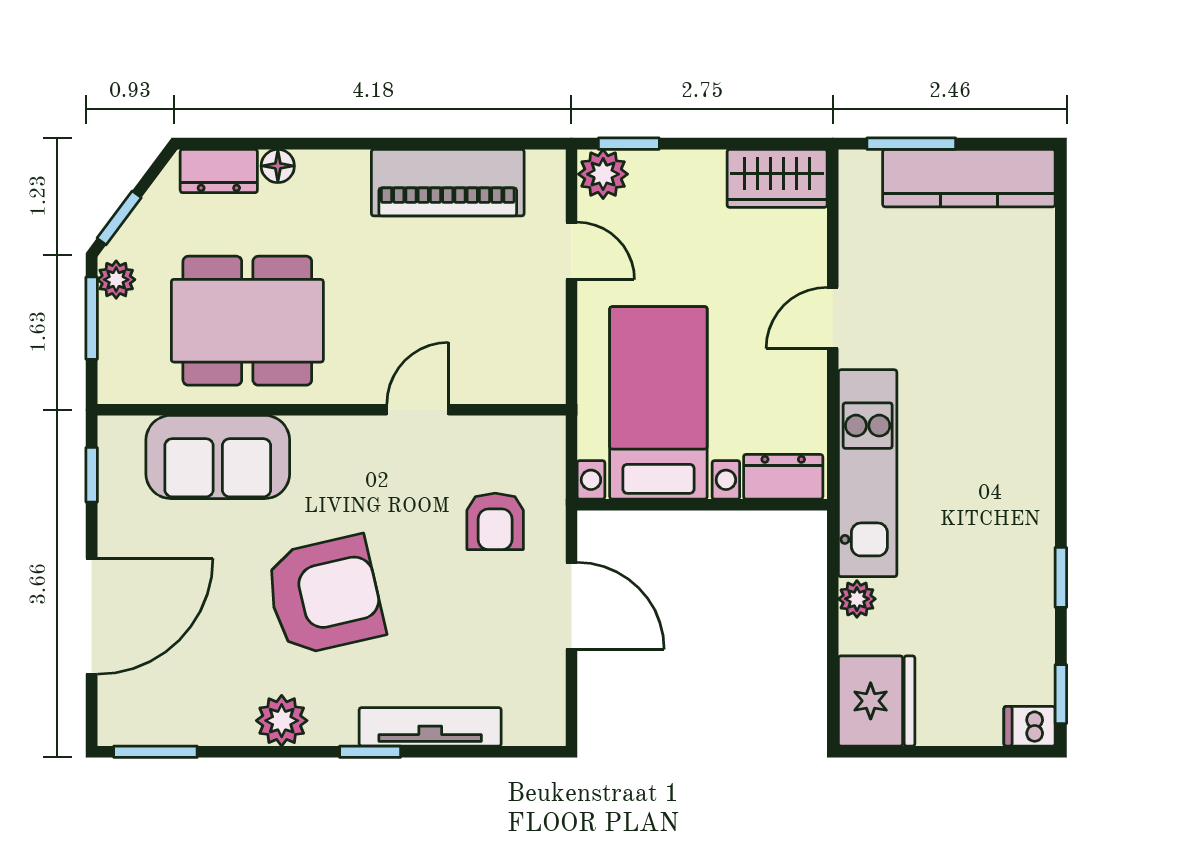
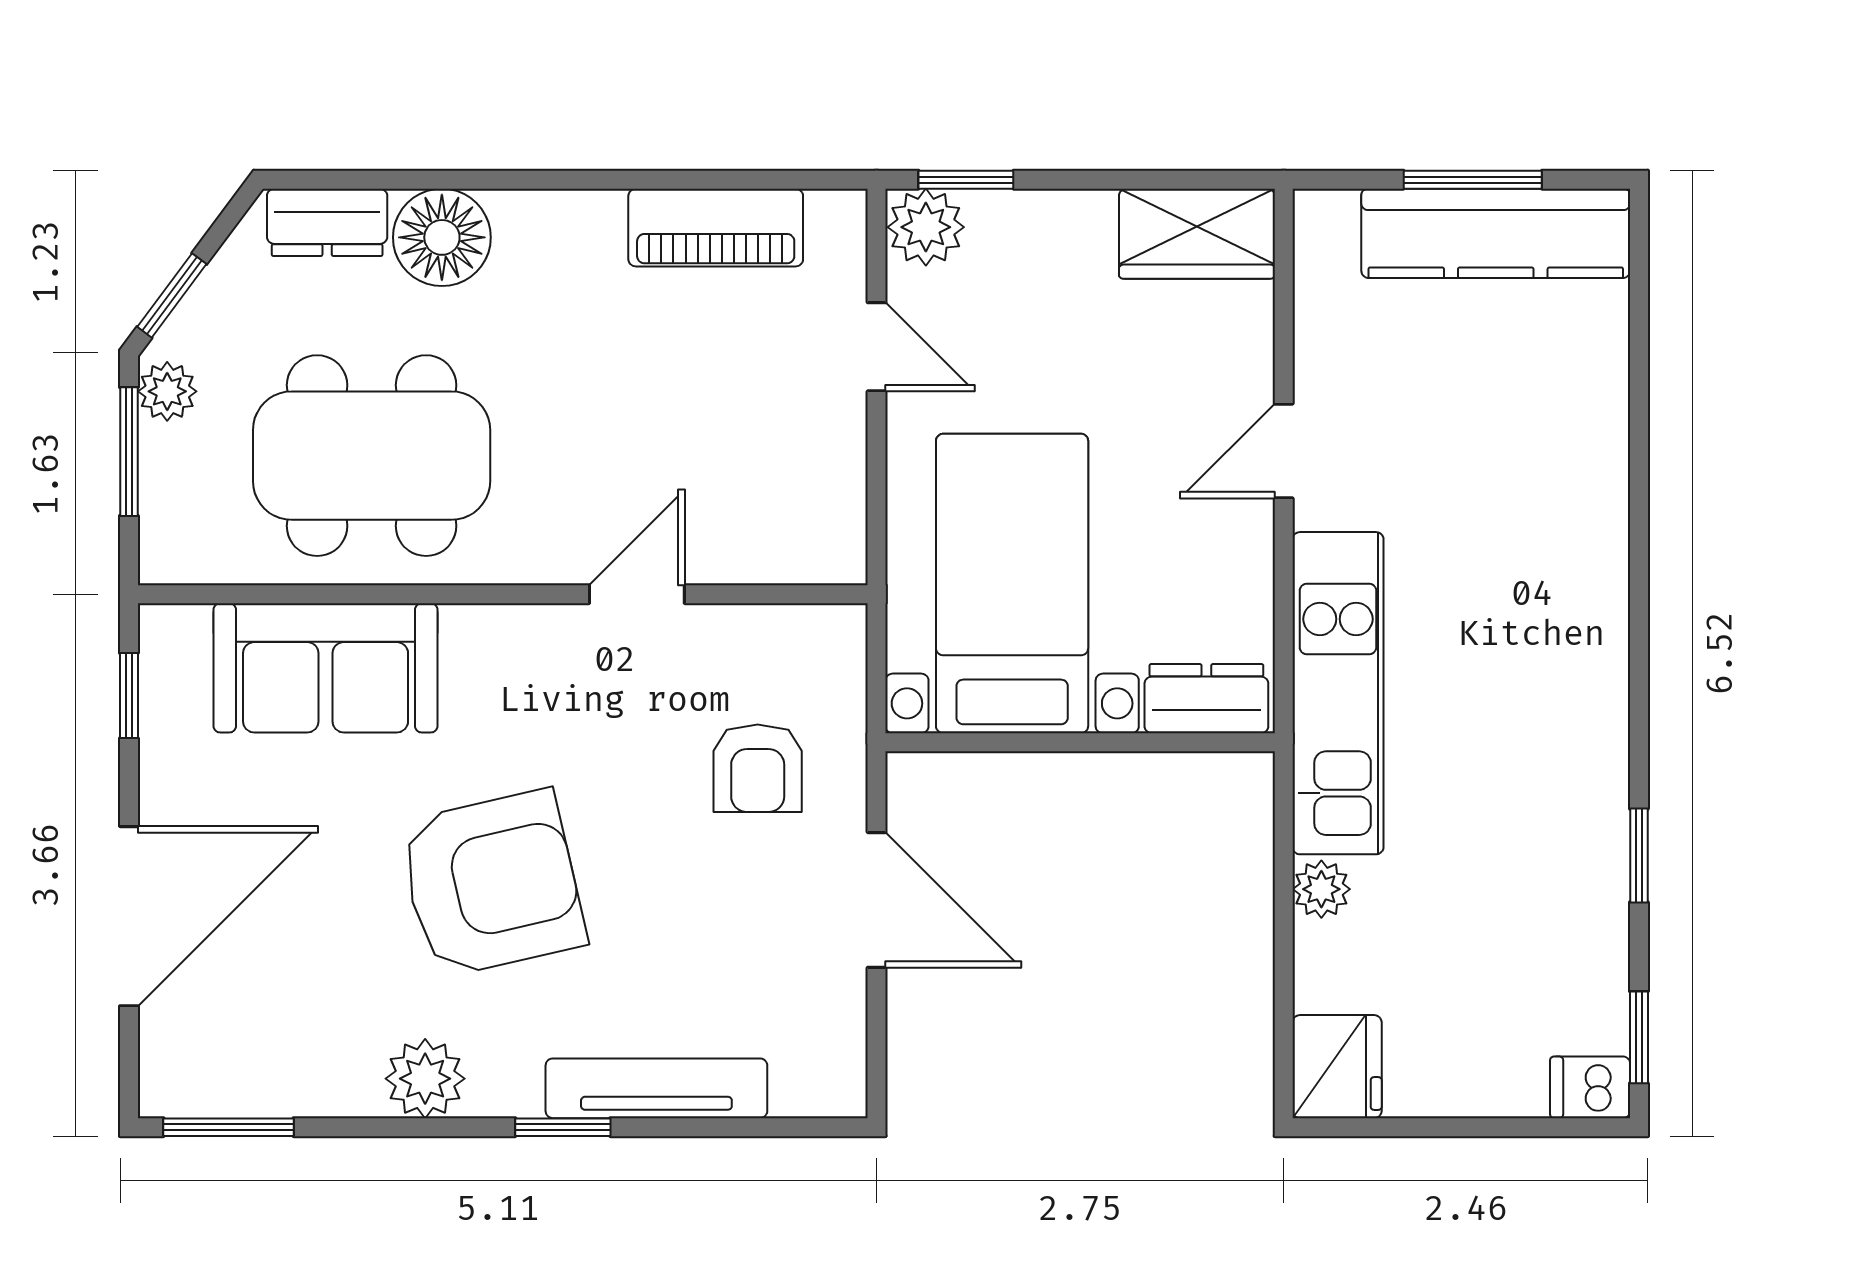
window: (911, 144) -> (1473, 180), moved
floor lamp: (278, 166) -> (442, 237), width x1.89, depth x1.89
piano: (448, 183) -> (716, 228), width x0.73, depth x0.75
fridge: (877, 701) -> (1337, 1067), width x0.73, depth x0.75

